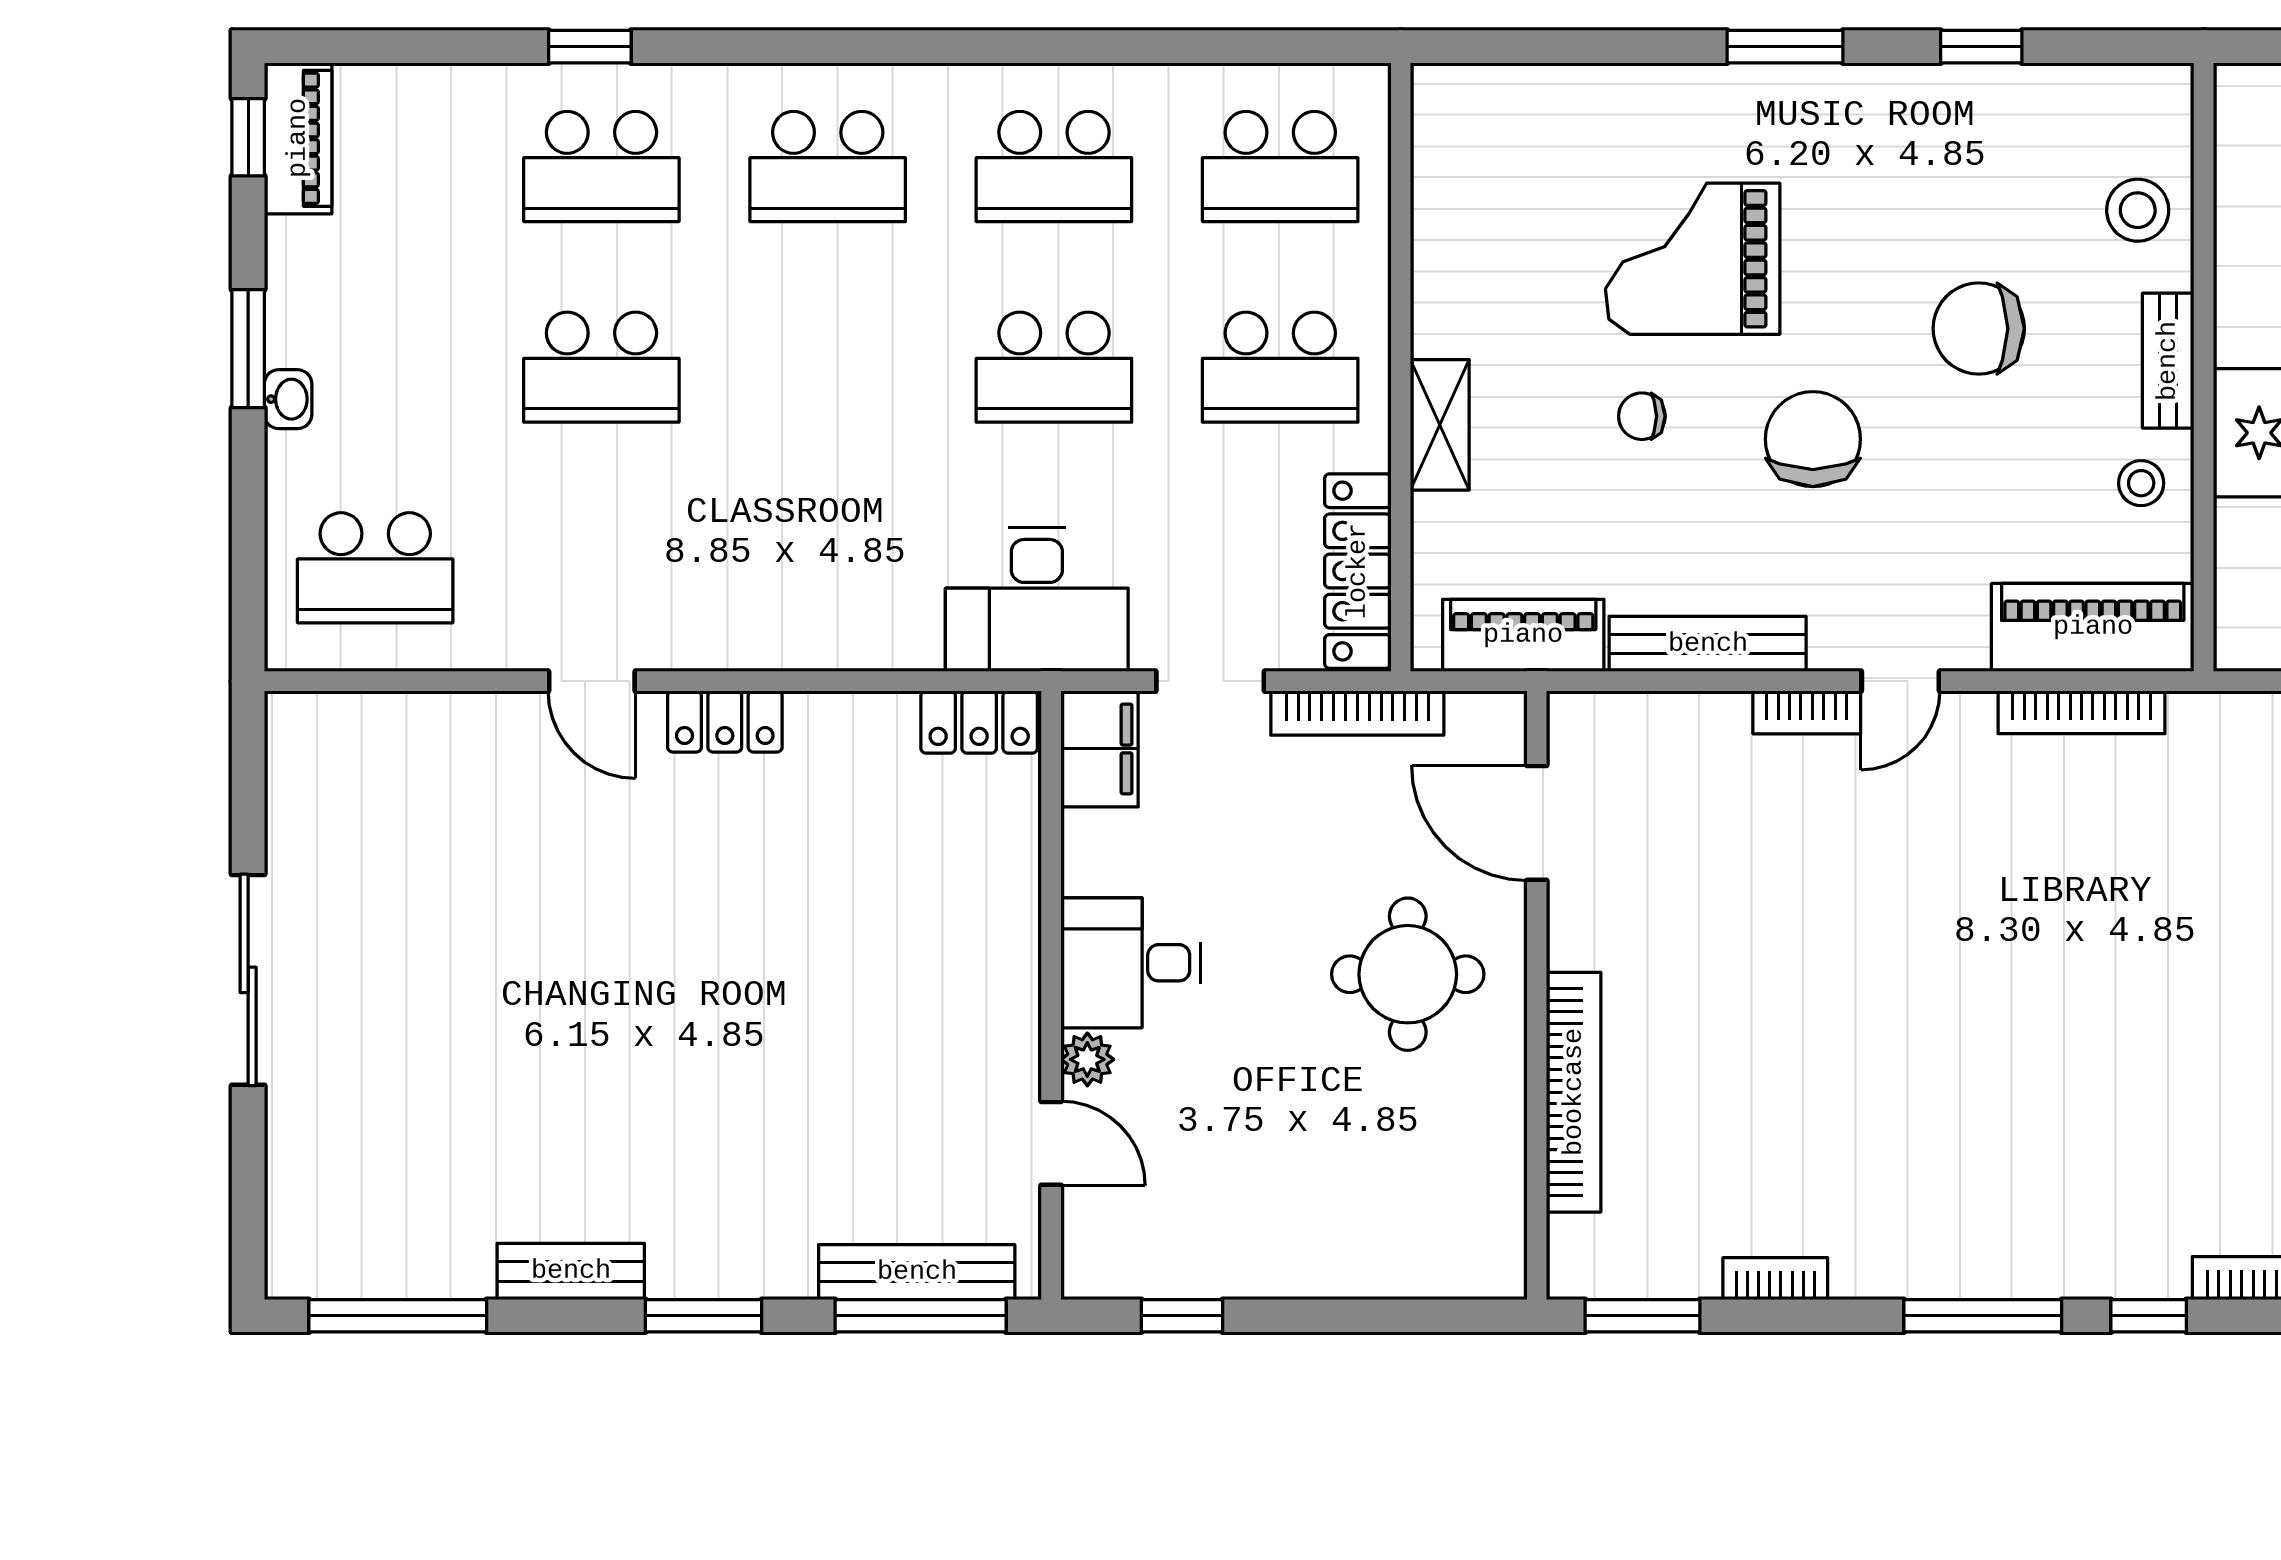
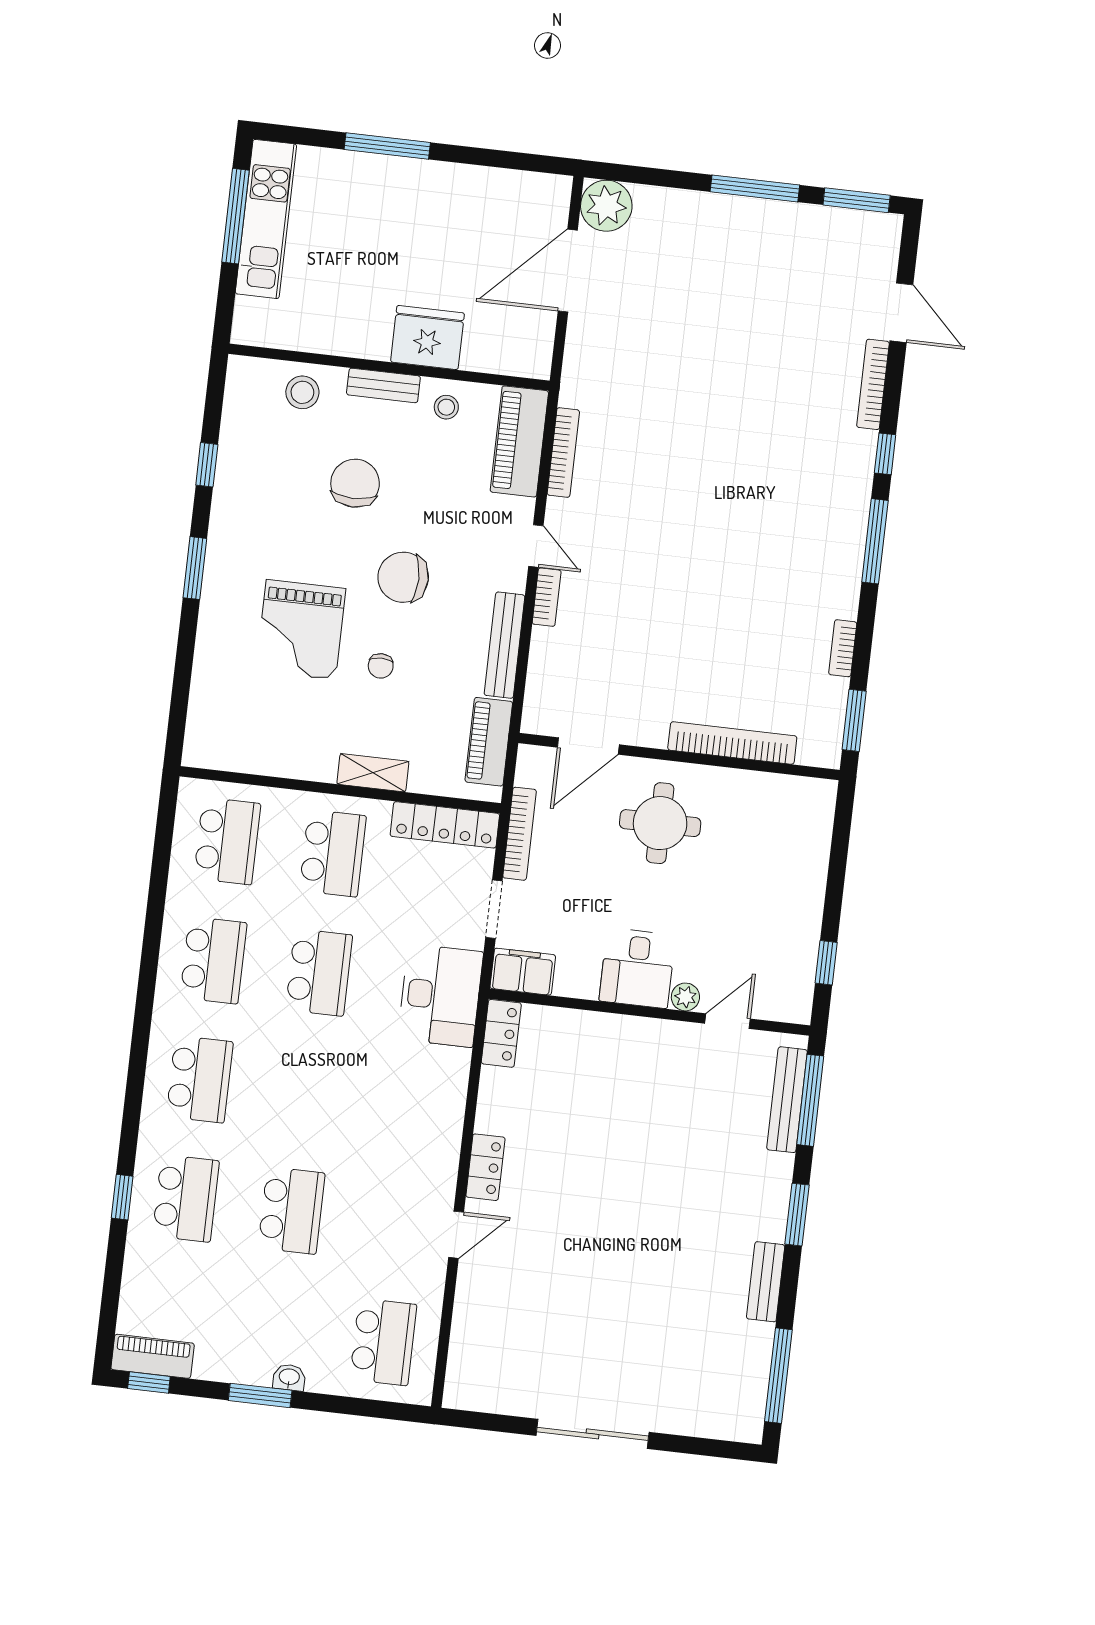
chair: (1979, 329) -> (355, 483), turned 180

